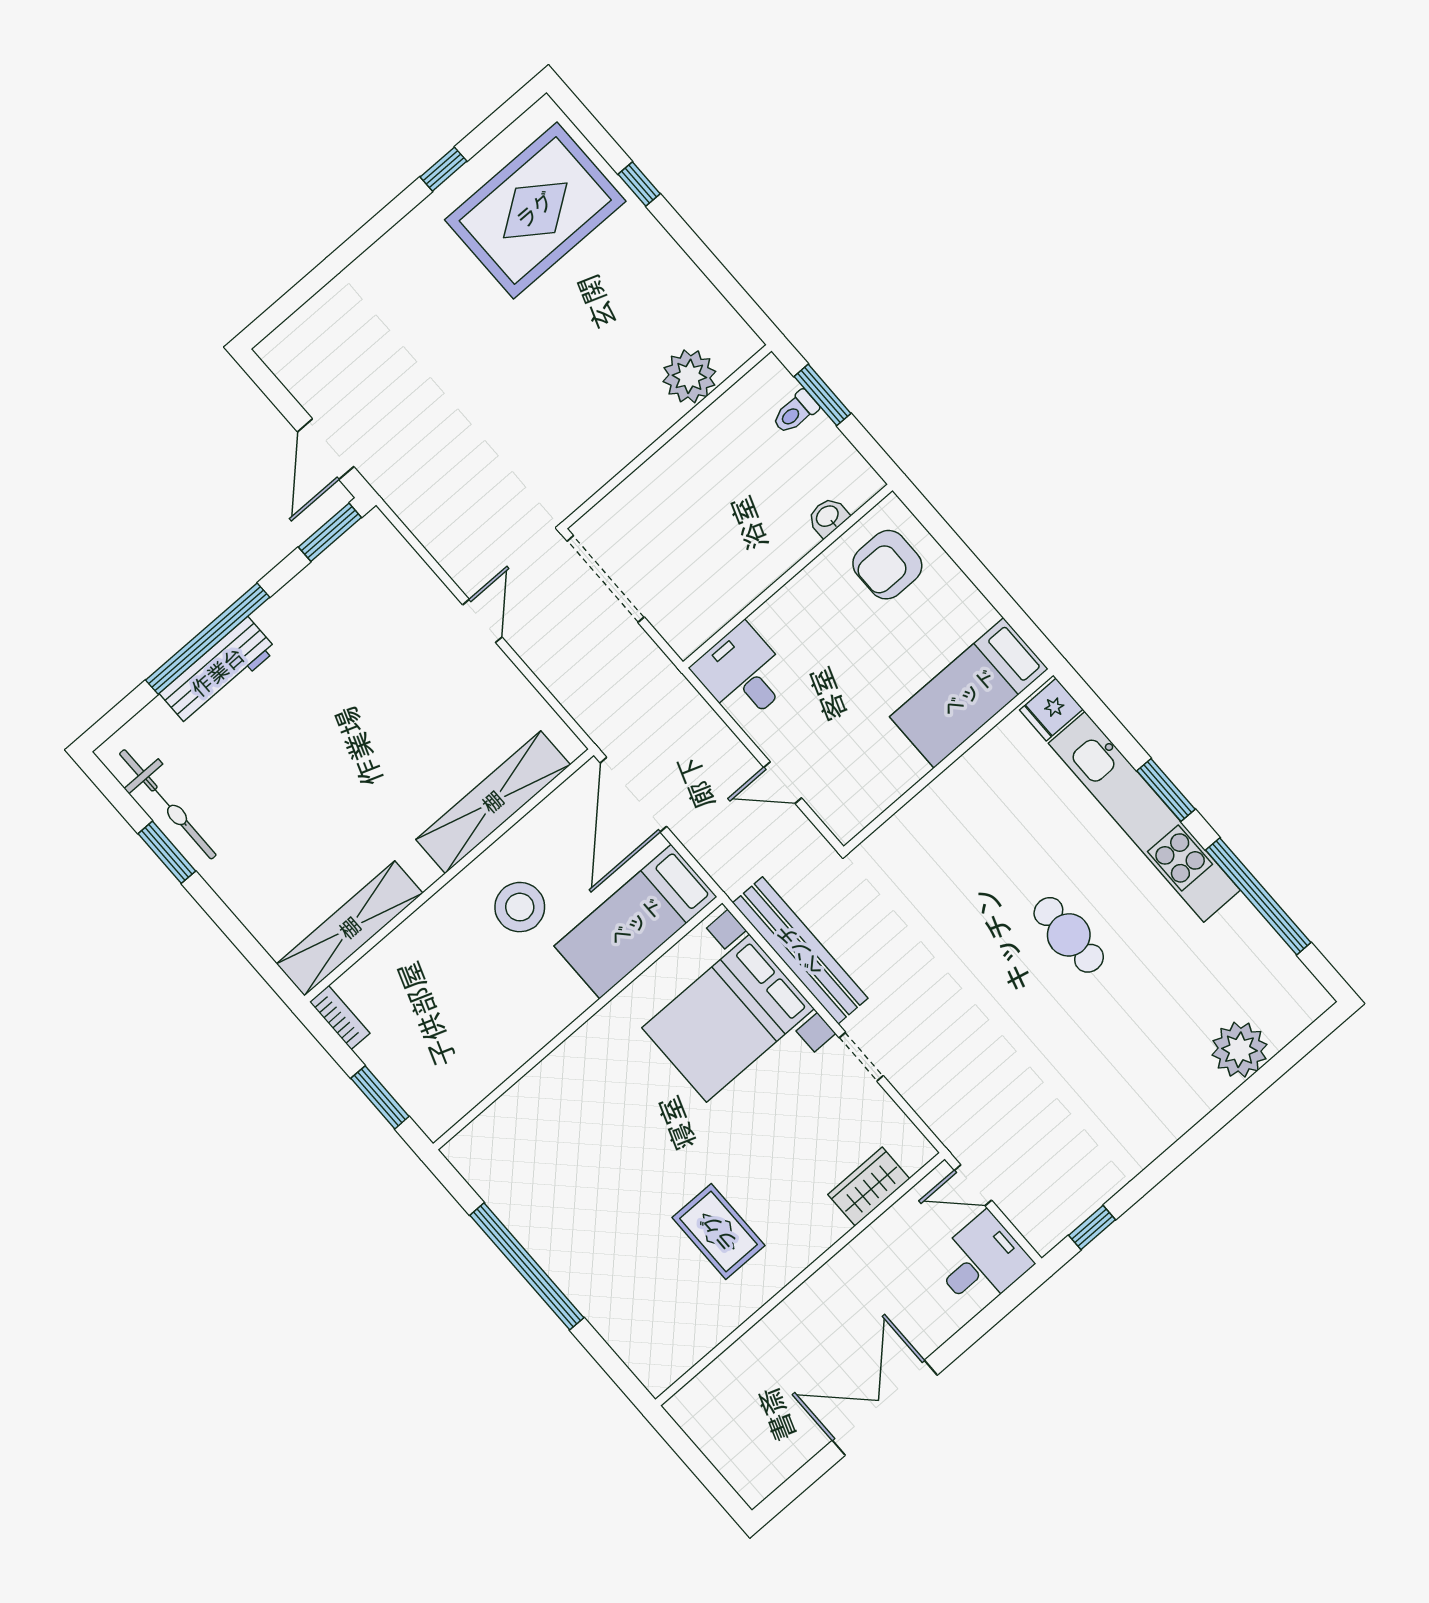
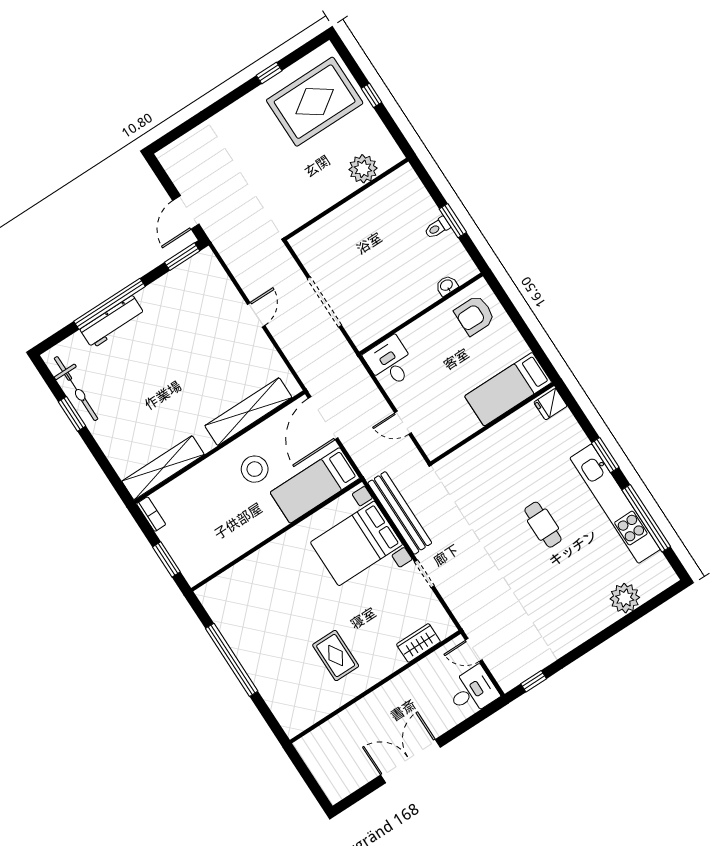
plant: (689, 376) -> (363, 169), moved
wall: (667, 437) -> (346, 199), moved
kitchen unit: (1144, 817) -> (615, 504), moved

